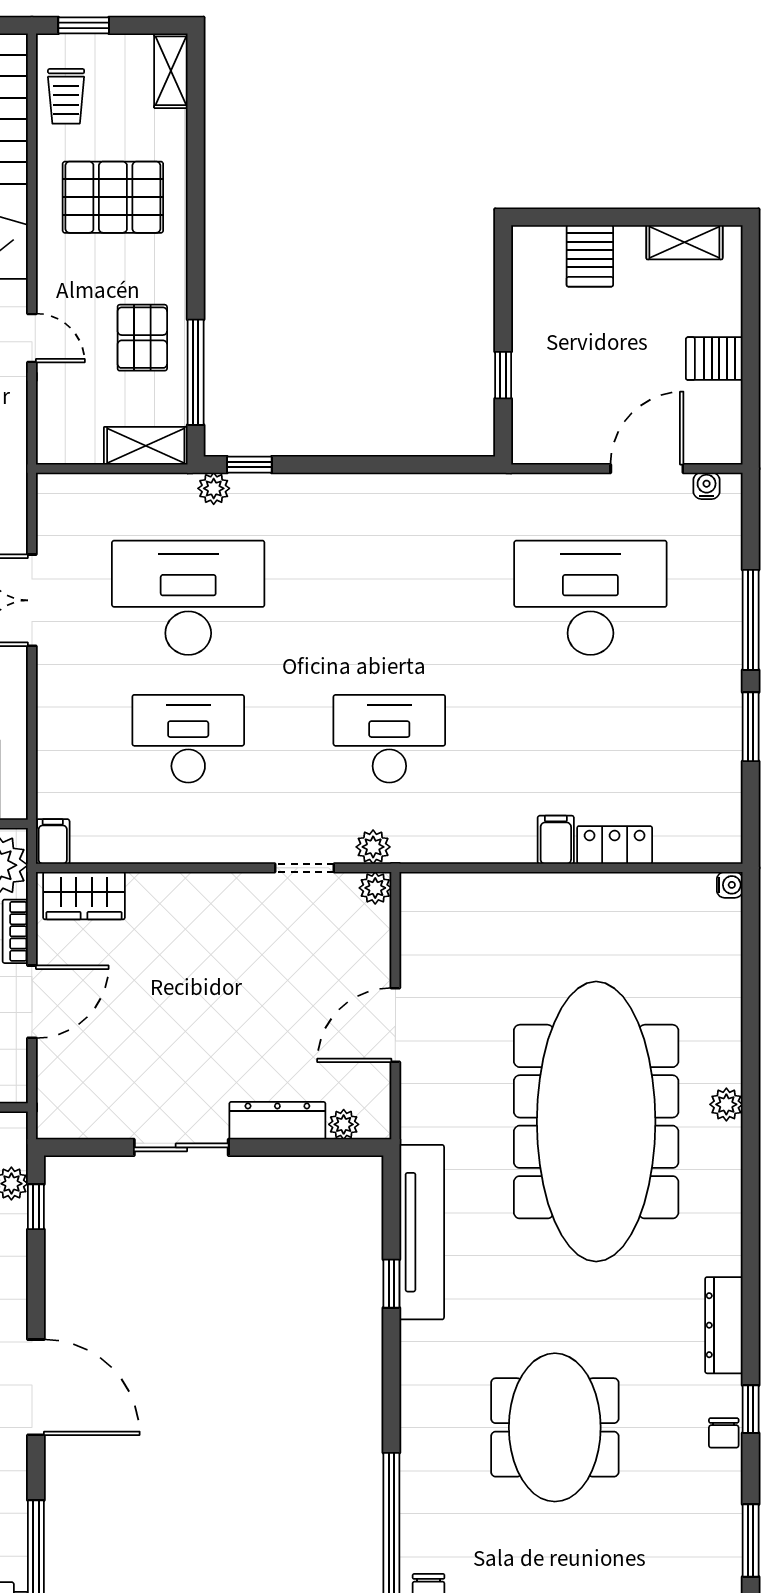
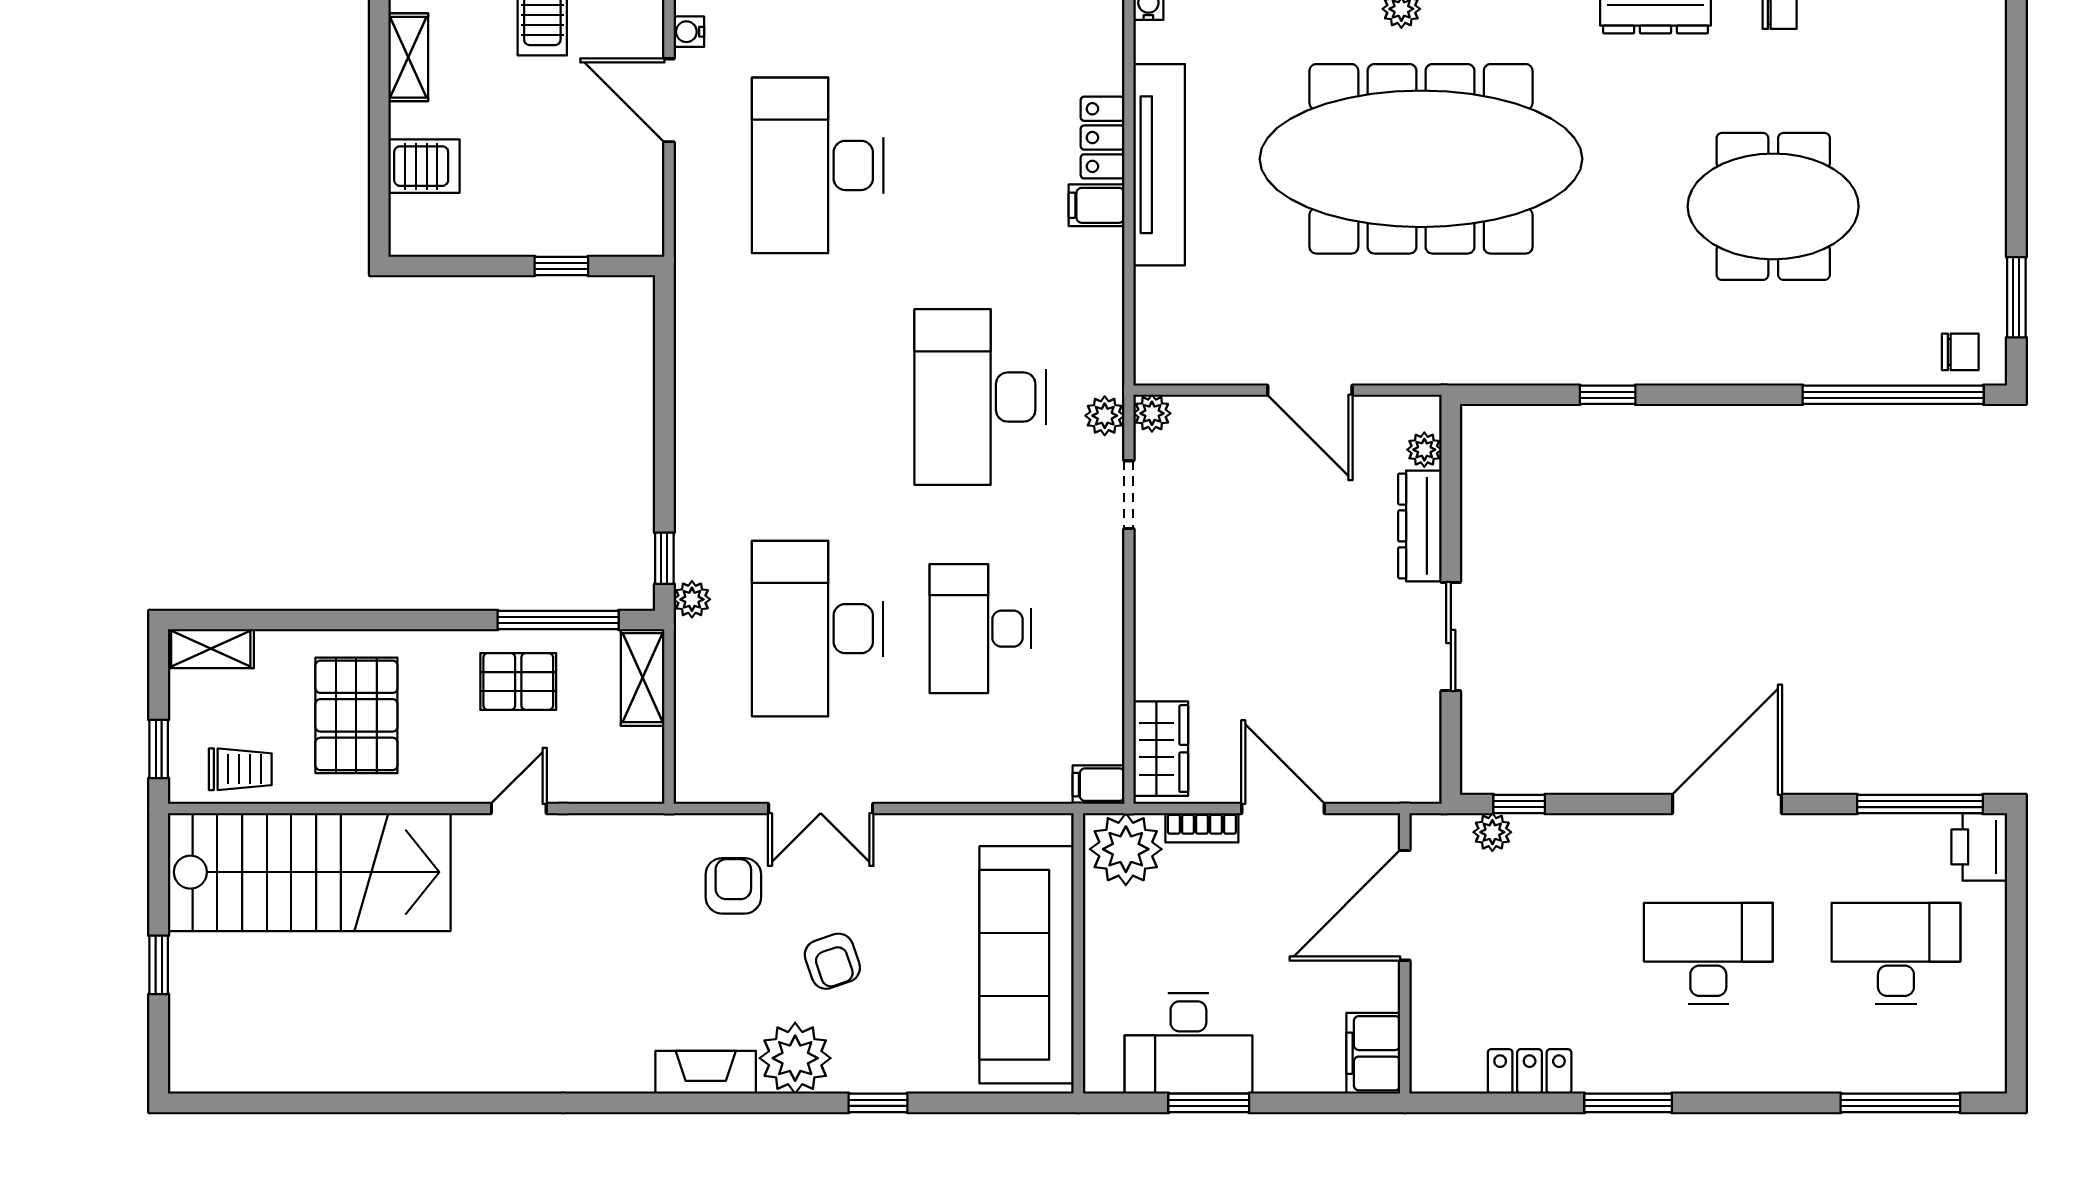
desk: (389, 739) -> (980, 397), width x1.36, depth x1.30
tv unit: (422, 1232) -> (1159, 165), moved, turned 90

